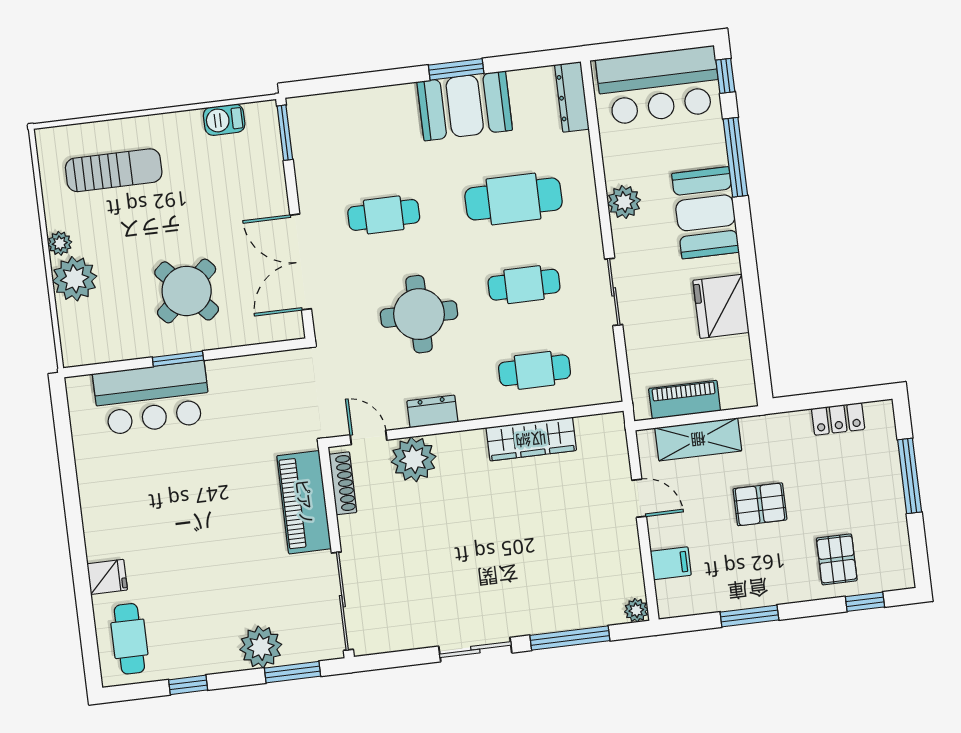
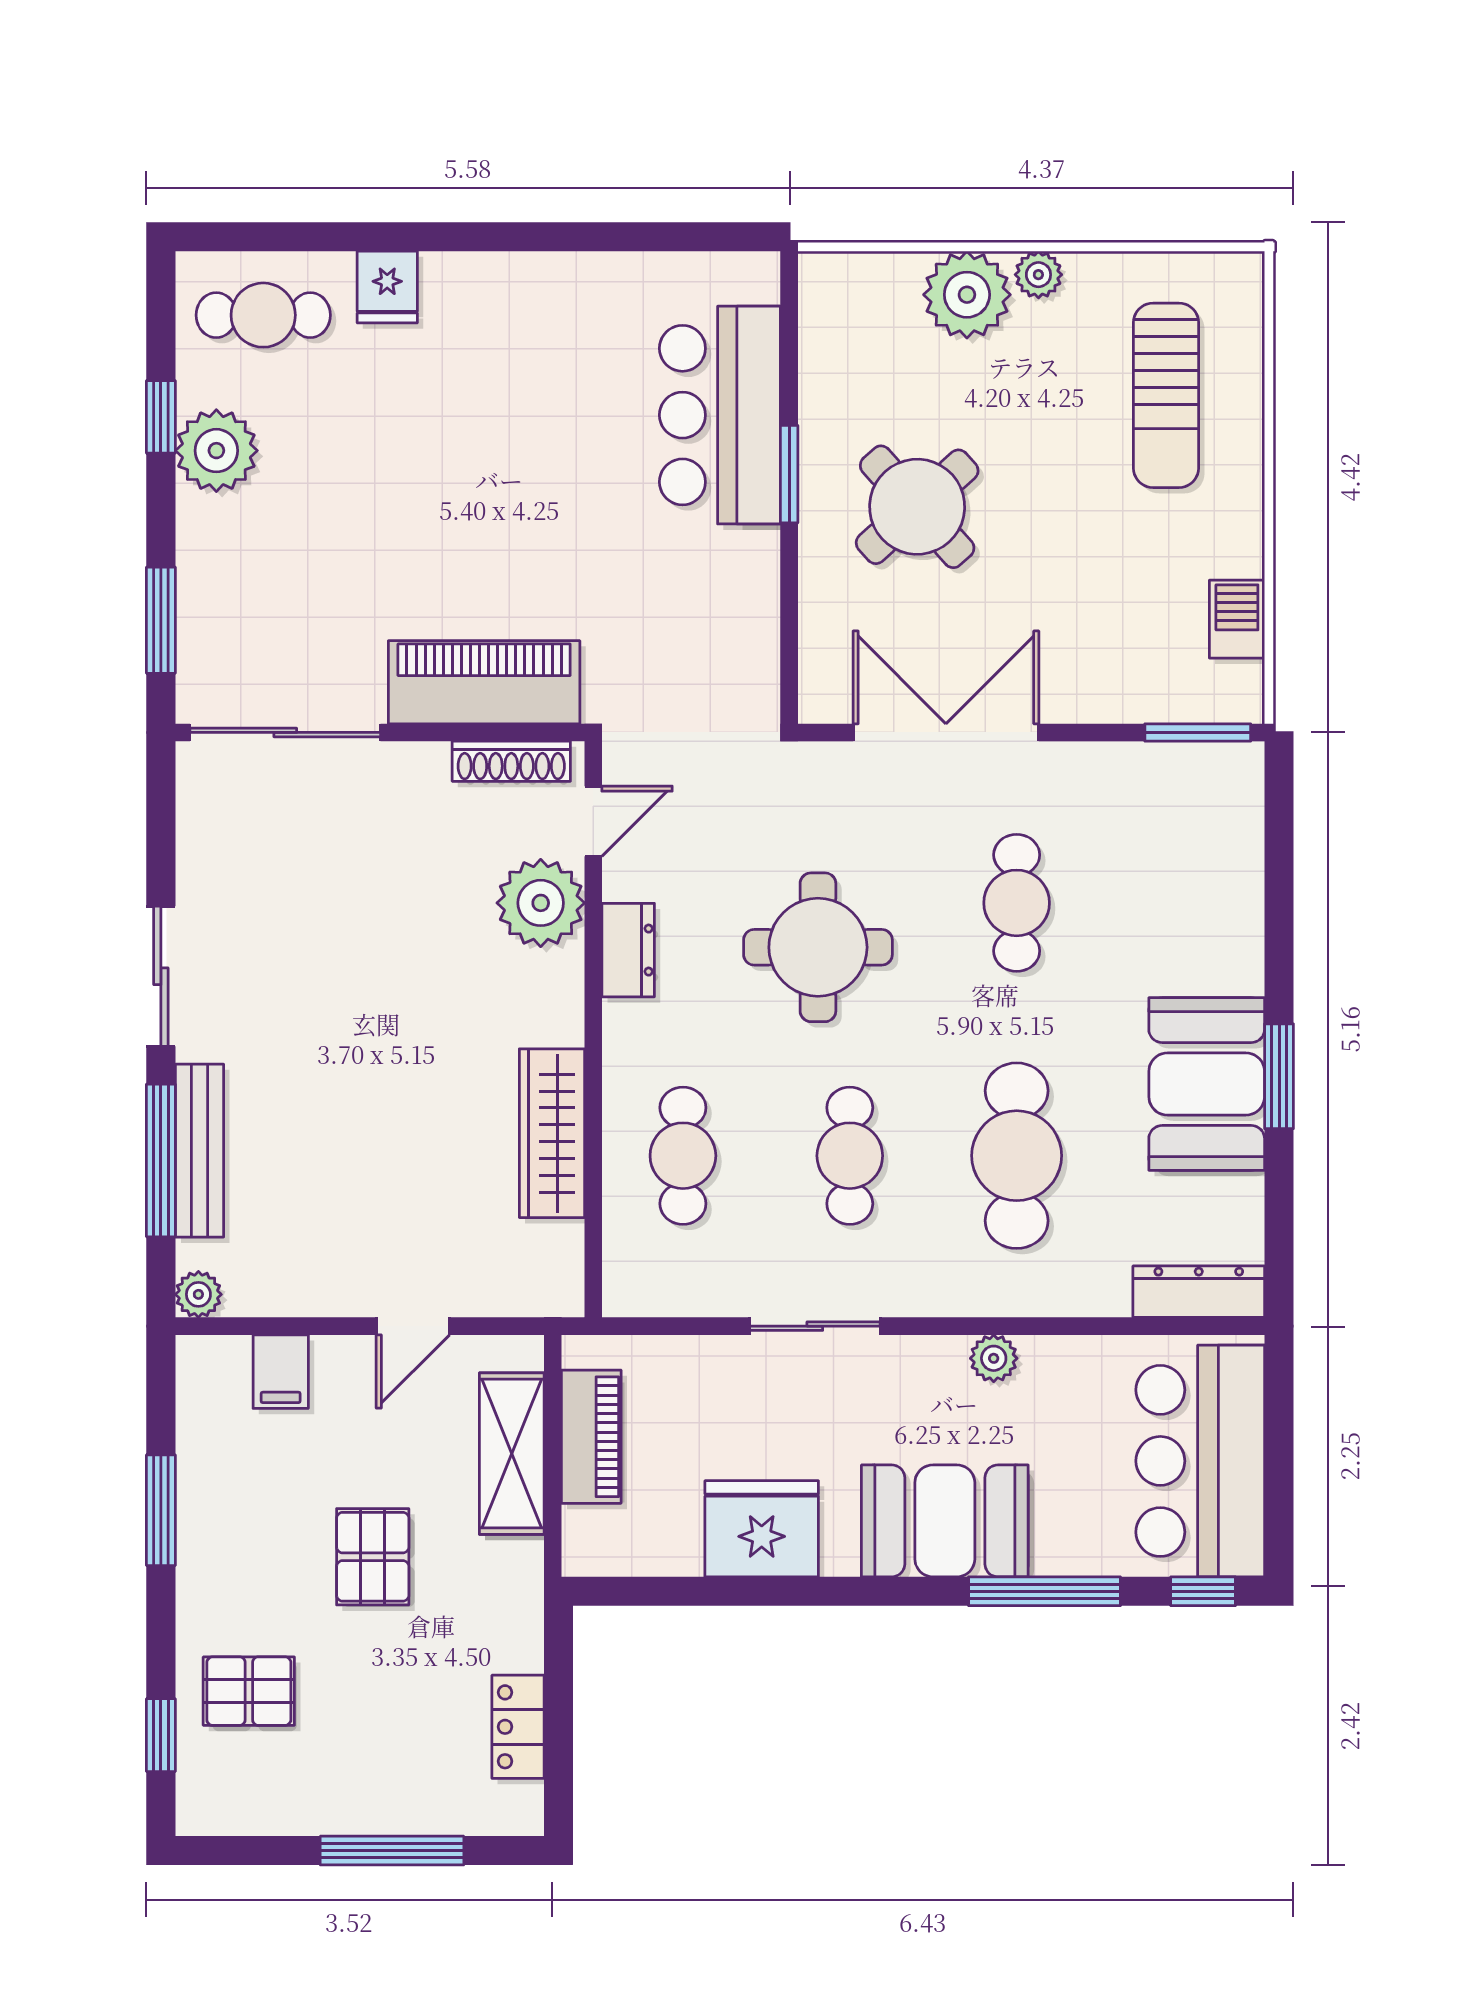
plant: (624, 202) -> (994, 1358), width x0.73, depth x0.73
bench: (562, 619) -> (200, 1151), added
plant: (261, 647) -> (216, 451), moved

